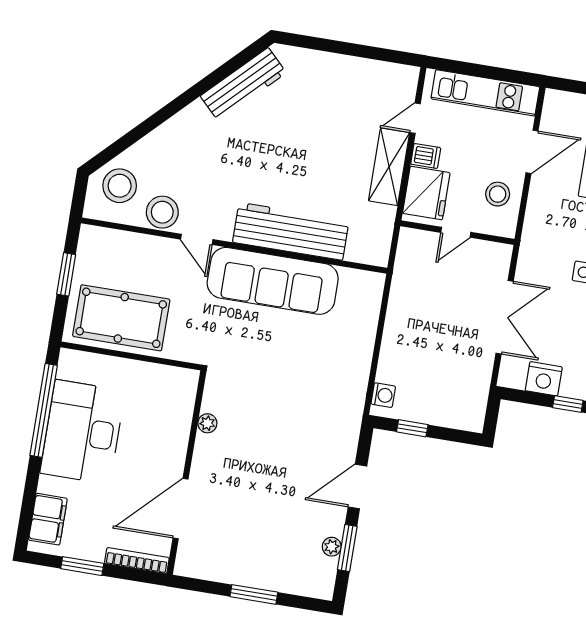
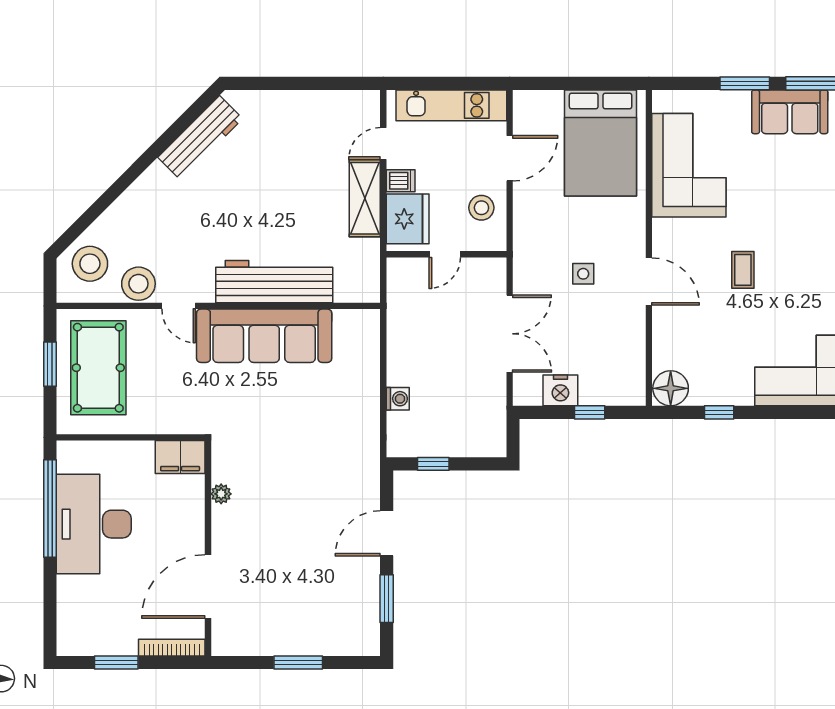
pool table: (121, 318) -> (98, 368), moved, turned 90
washing machine: (383, 395) -> (398, 399), moved
filing cabinet: (48, 519) -> (180, 457), moved, turned 90
plant: (332, 547) -> (370, 600), removed

